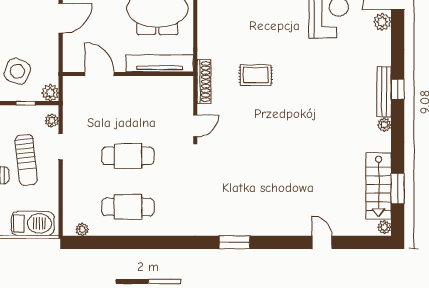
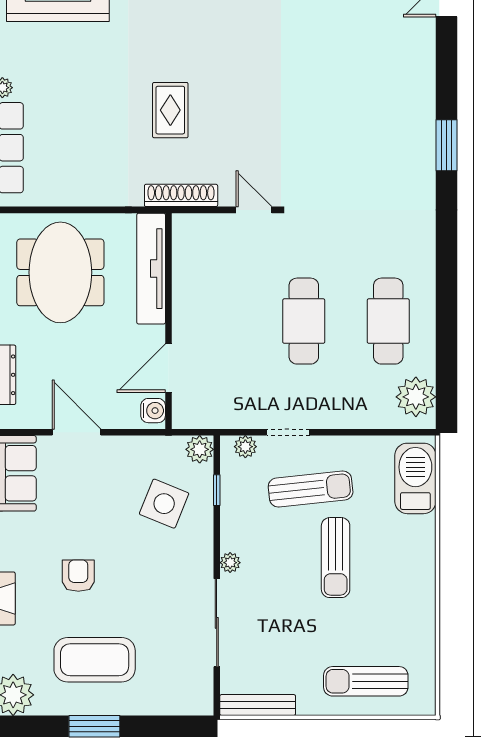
water cooler: (74, 65) -> (153, 411), added
plant: (82, 229) -> (416, 397), width x1.88, depth x1.88

